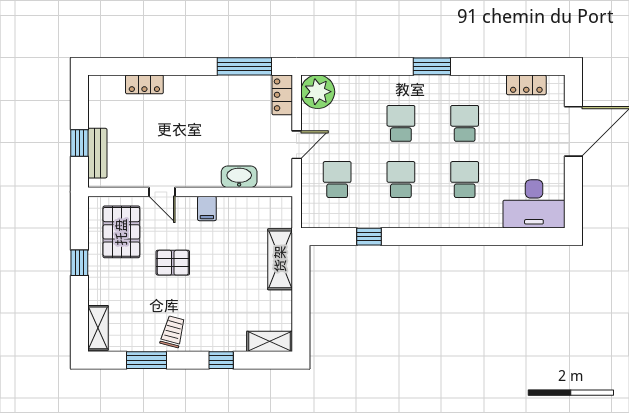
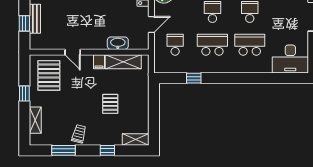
bench: (97, 153) -> (35, 19), moved
school desk: (401, 180) -> (212, 45), width x1.85
school desk: (465, 180) -> (250, 45), width x1.85
shelving: (280, 259) -> (123, 62), moved, turned 90
pallet: (173, 263) -> (110, 104), moved, turned 90
shelving: (98, 328) -> (35, 120), moved

